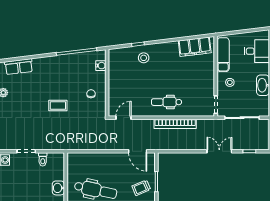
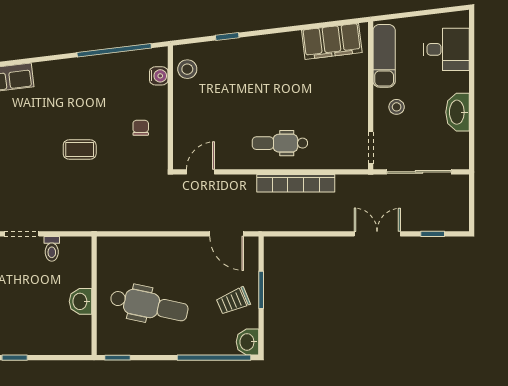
stool: (144, 58) -> (187, 69), moved

